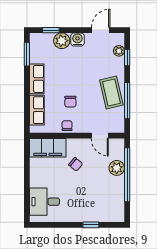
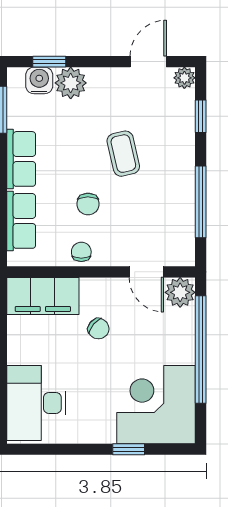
water cooler: (77, 39) -> (39, 80), moved
plant: (119, 51) -> (184, 78), moved
coffee table: (111, 93) -> (123, 154), moved, width x0.73, depth x0.77
plant: (117, 168) -> (180, 292), moved
desk: (44, 202) -> (36, 403), width x1.37
corner desk: (105, 202) -> (156, 405), added

